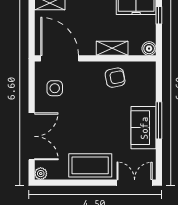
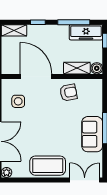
shelving: (112, 48) -> (77, 68), moved
door: (60, 58) -> (36, 76), moved

